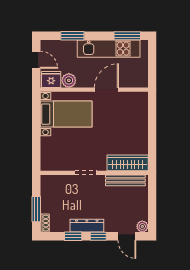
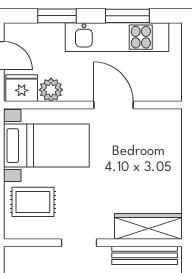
window: (127, 36) -> (127, 16), moved
door: (106, 90) -> (113, 105), hinge flipped
rug: (58, 148) -> (33, 202), added

